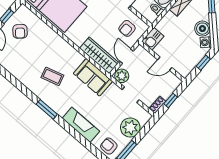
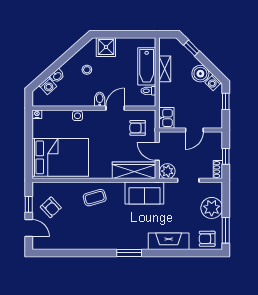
armchair: (127, 28) -> (138, 128), turned 90
coffee table: (52, 76) -> (95, 198), moved

